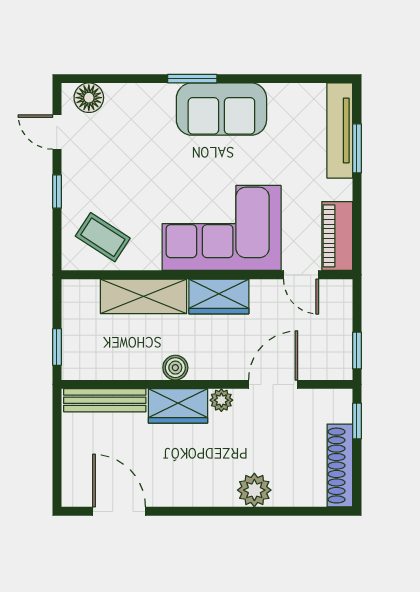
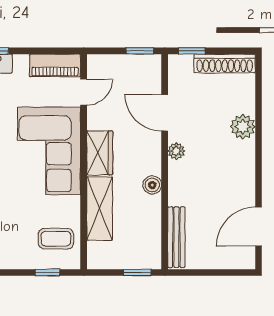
window: (57, 191) -> (47, 272), moved
coffee table: (103, 237) -> (56, 239), turned 57
wardrobe: (178, 406) -> (181, 183), removed

